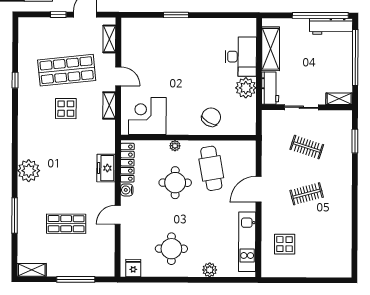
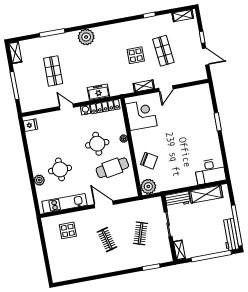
shelving: (109, 39) -> (183, 16), moved
desk: (241, 57) -> (210, 171), moved
shop shelf: (67, 70) -> (163, 51), width x0.70, depth x0.74
plant: (246, 88) -> (148, 186), moved
round table: (171, 249) -> (60, 169), moved

